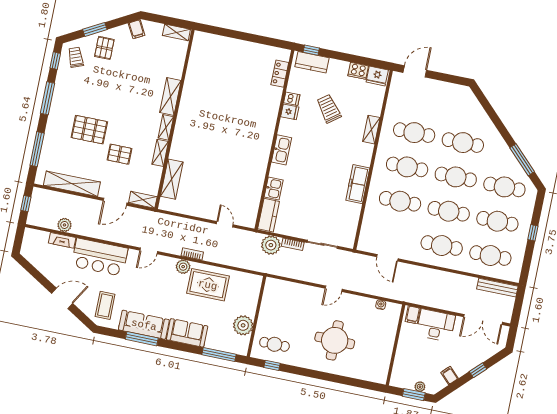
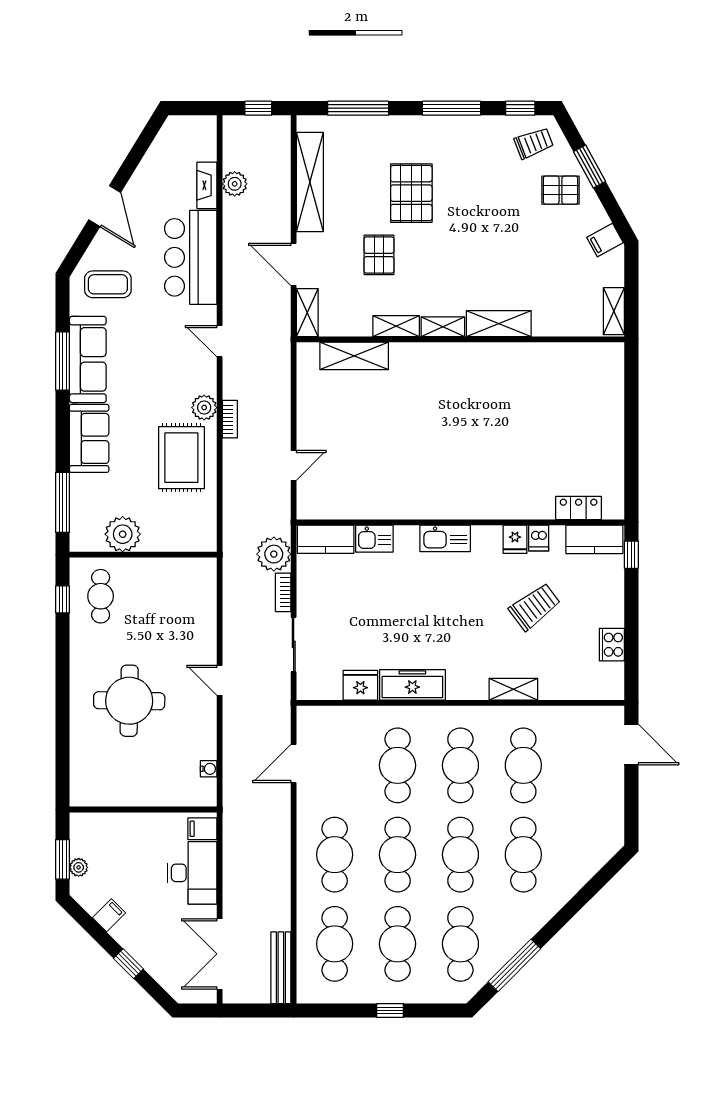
kitchen counter: (312, 62) -> (594, 539), moved, turned -90
fridge: (377, 76) -> (360, 685), moved, turned 90

